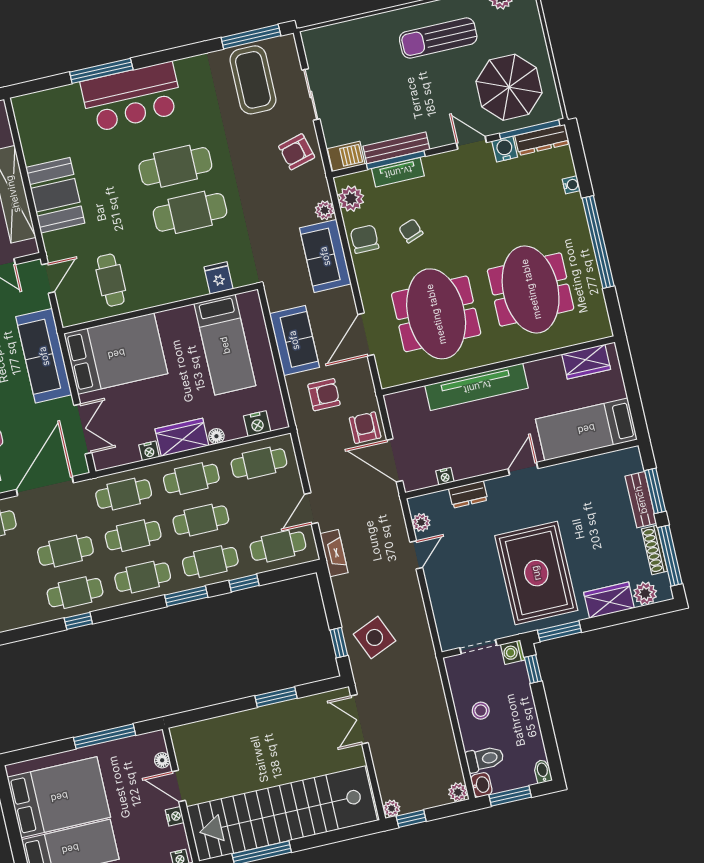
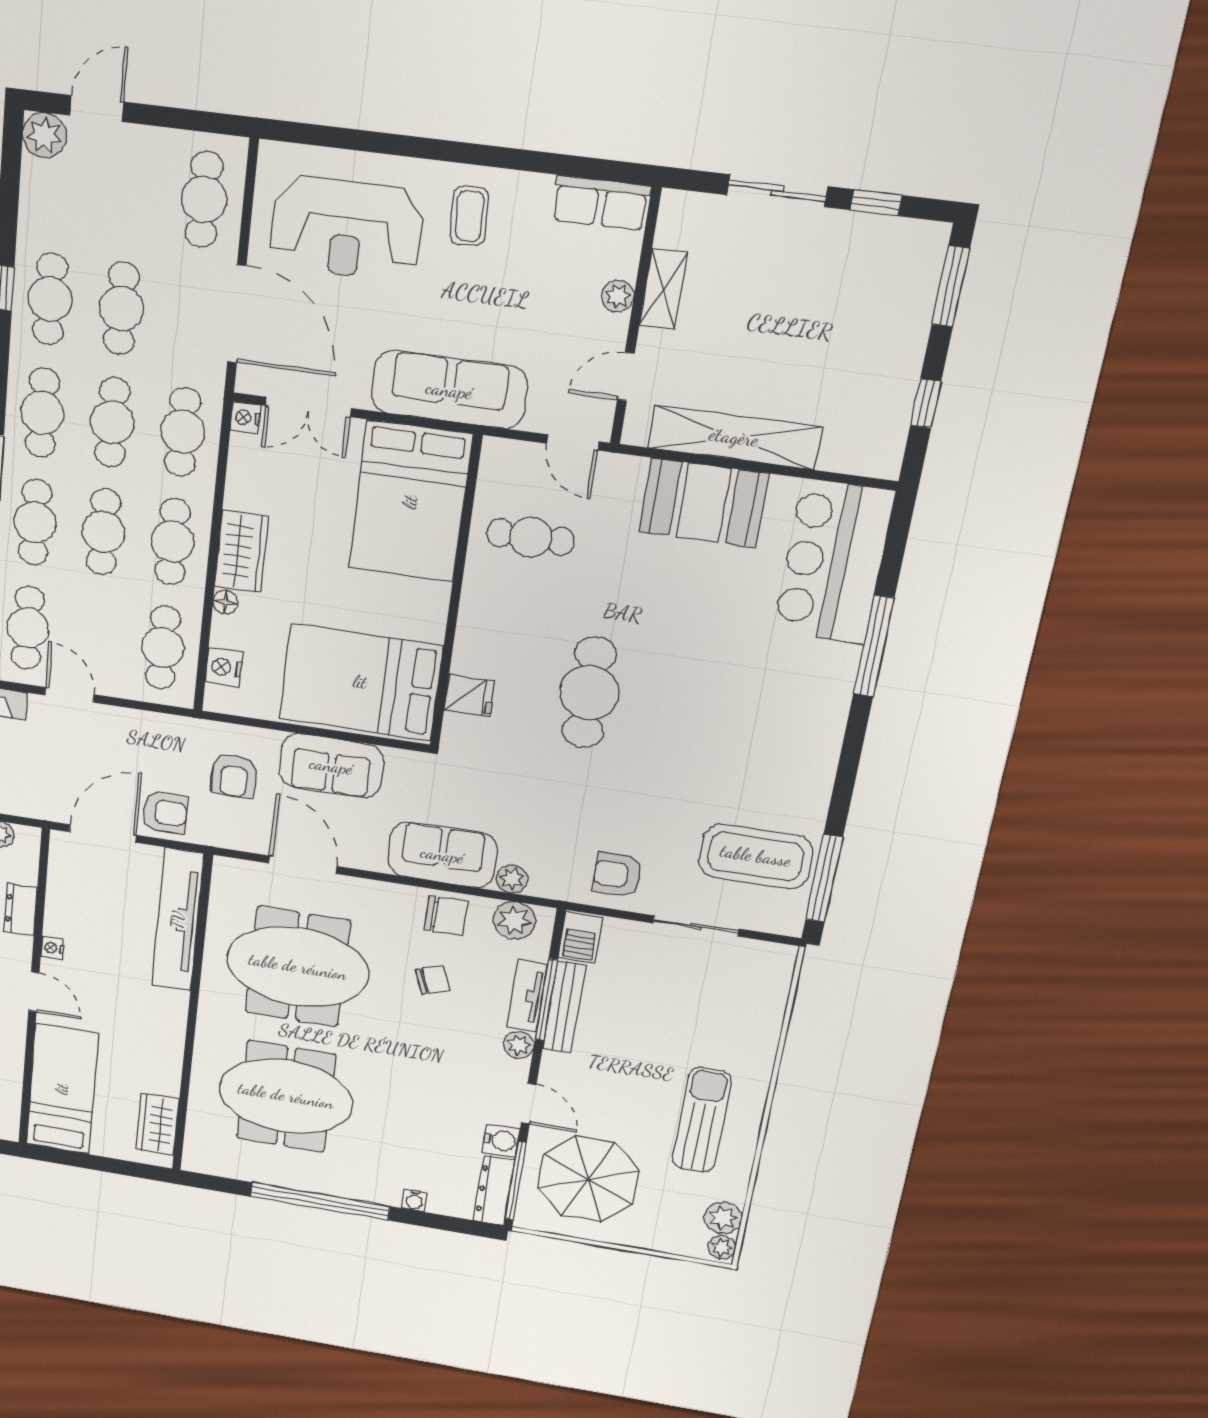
bar counter: (132, 97) -> (834, 562), moved
door: (471, 143) -> (529, 1104), hinge flipped
armchair: (297, 152) -> (617, 875), turned -75
plant: (434, 164) -> (519, 1045), added
cafe table: (175, 166) -> (671, 698), removed
bed: (225, 345) -> (360, 682), width x1.50
tv unit: (477, 387) -> (178, 920), moved
nightstand: (149, 451) -> (245, 418), moved
nightstand: (445, 476) -> (52, 948), moved

